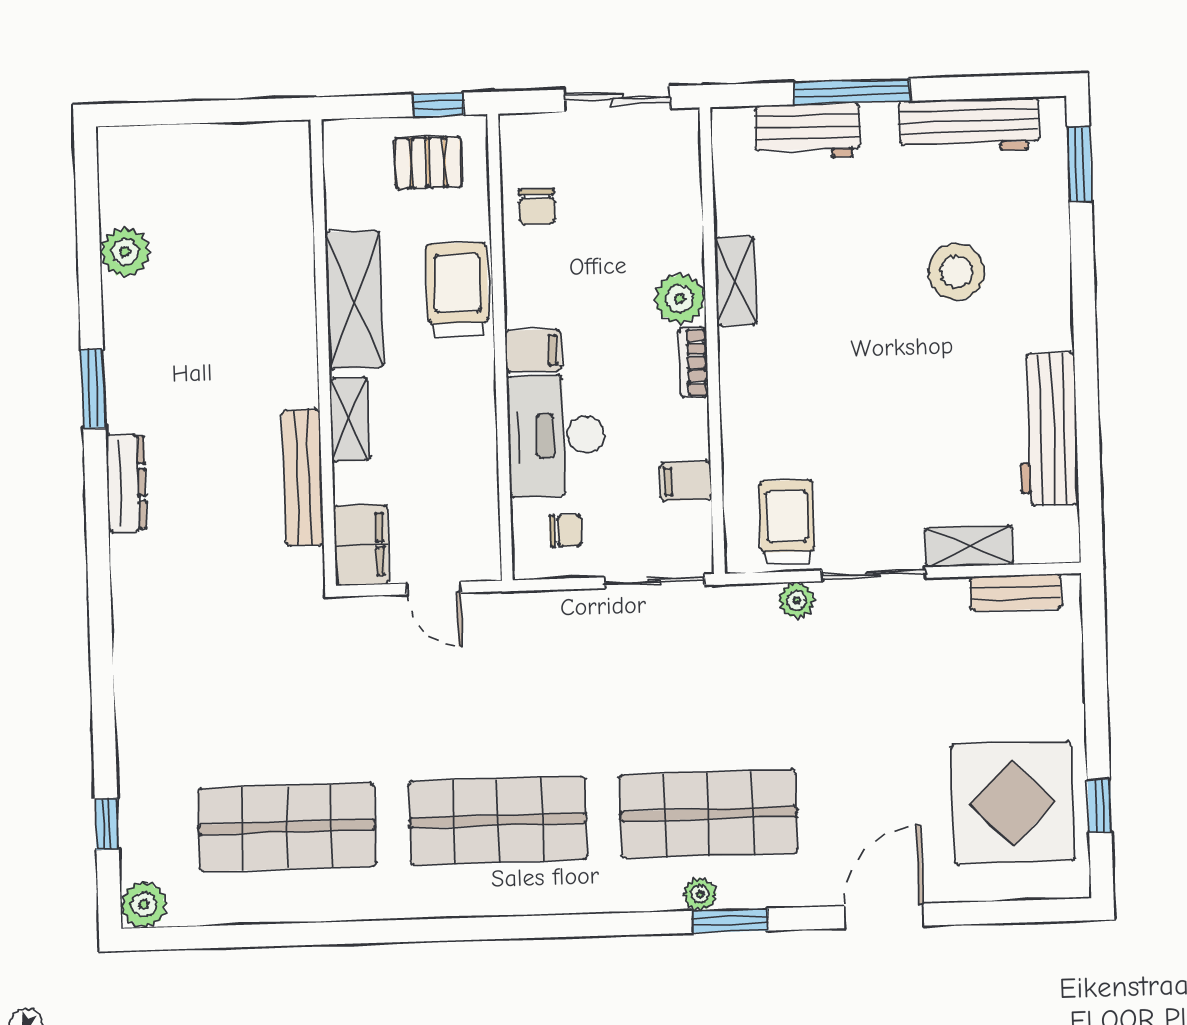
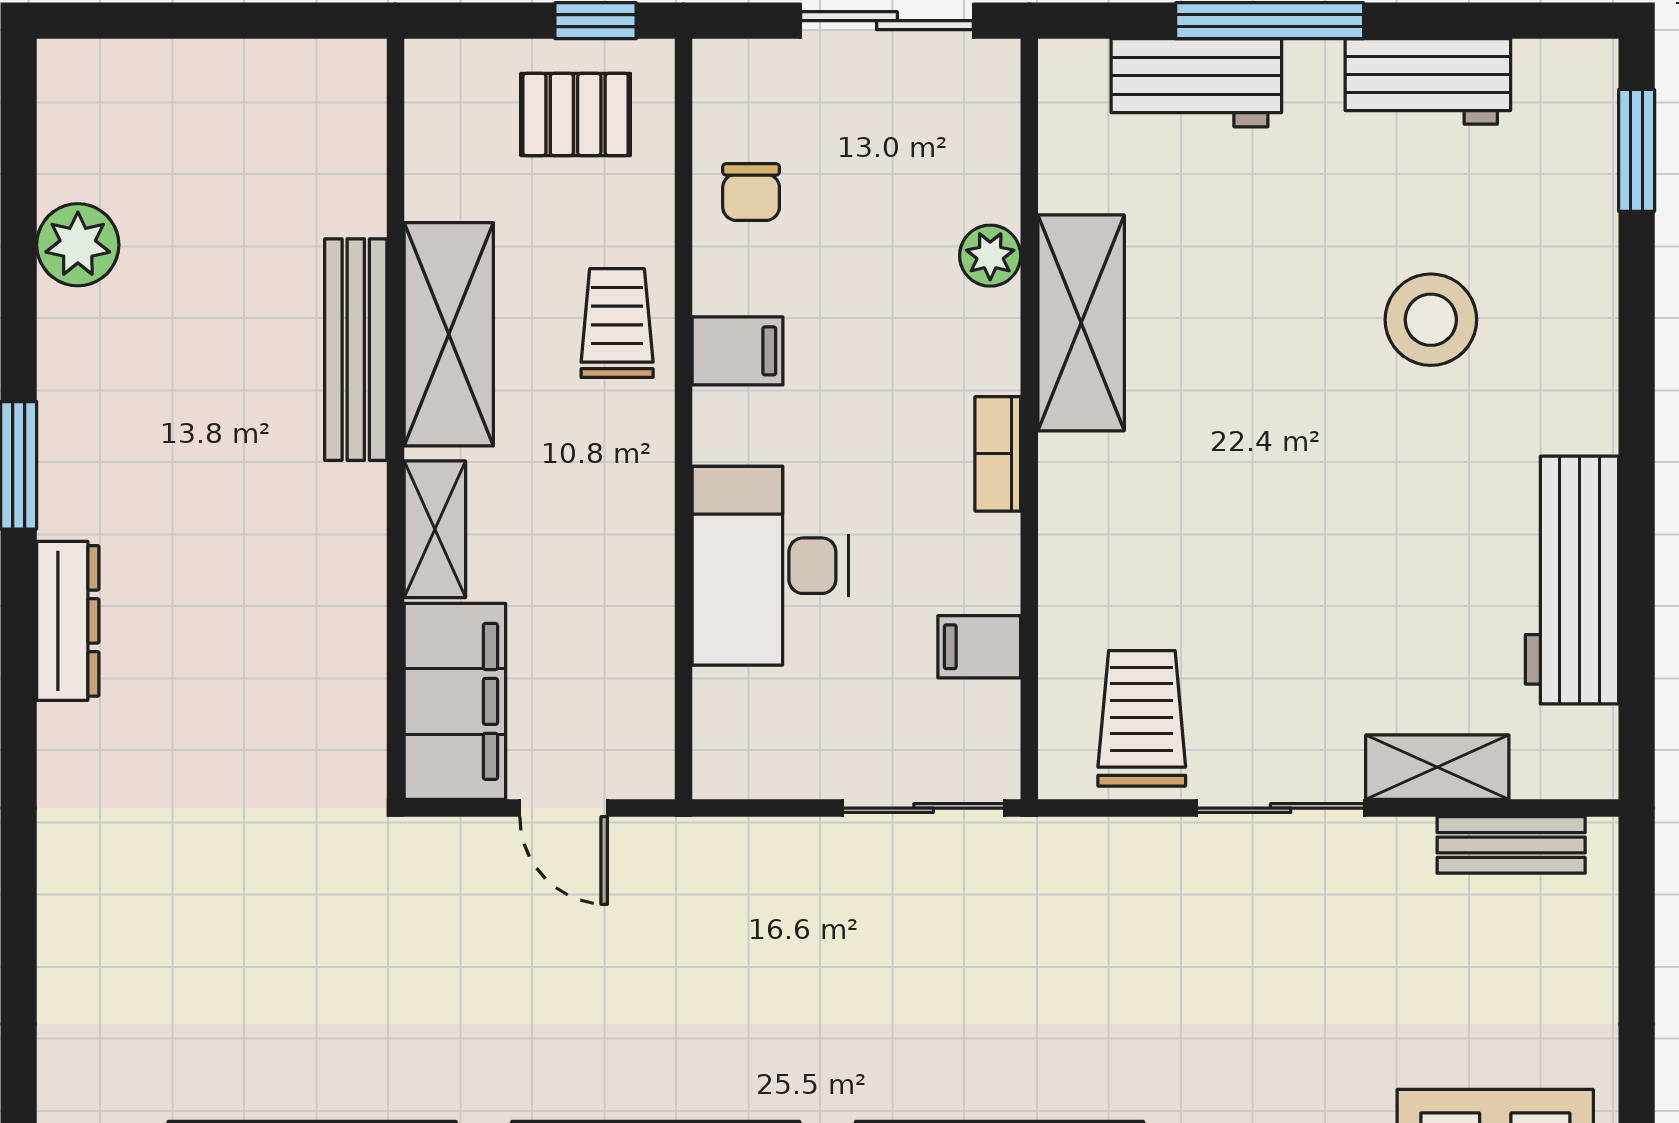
workbench: (969, 125) -> (1428, 81), width x0.73
shelving: (735, 281) -> (1081, 323), width x1.50, depth x1.33
trolley: (457, 290) -> (617, 323), width x0.73, depth x0.72
plant: (680, 298) -> (990, 256), moved, width x0.73, depth x0.73
filing cabinet: (533, 351) -> (738, 351), moved
bench: (303, 478) -> (356, 350), moved
chair: (566, 531) -> (781, 721), removed
filing cabinet: (361, 545) -> (455, 701), width x1.50, depth x1.17
plant: (797, 600) -> (1154, 846), removed

